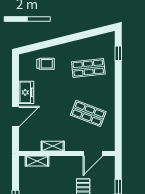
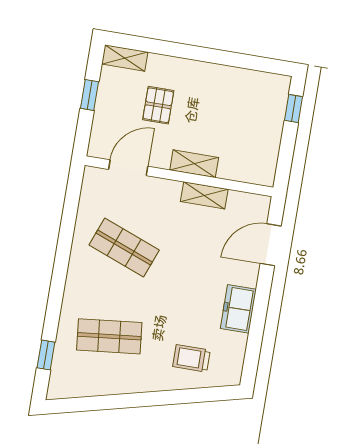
door: (15, 117) -> (271, 245), moved
shelving: (37, 161) -> (194, 164), moved

